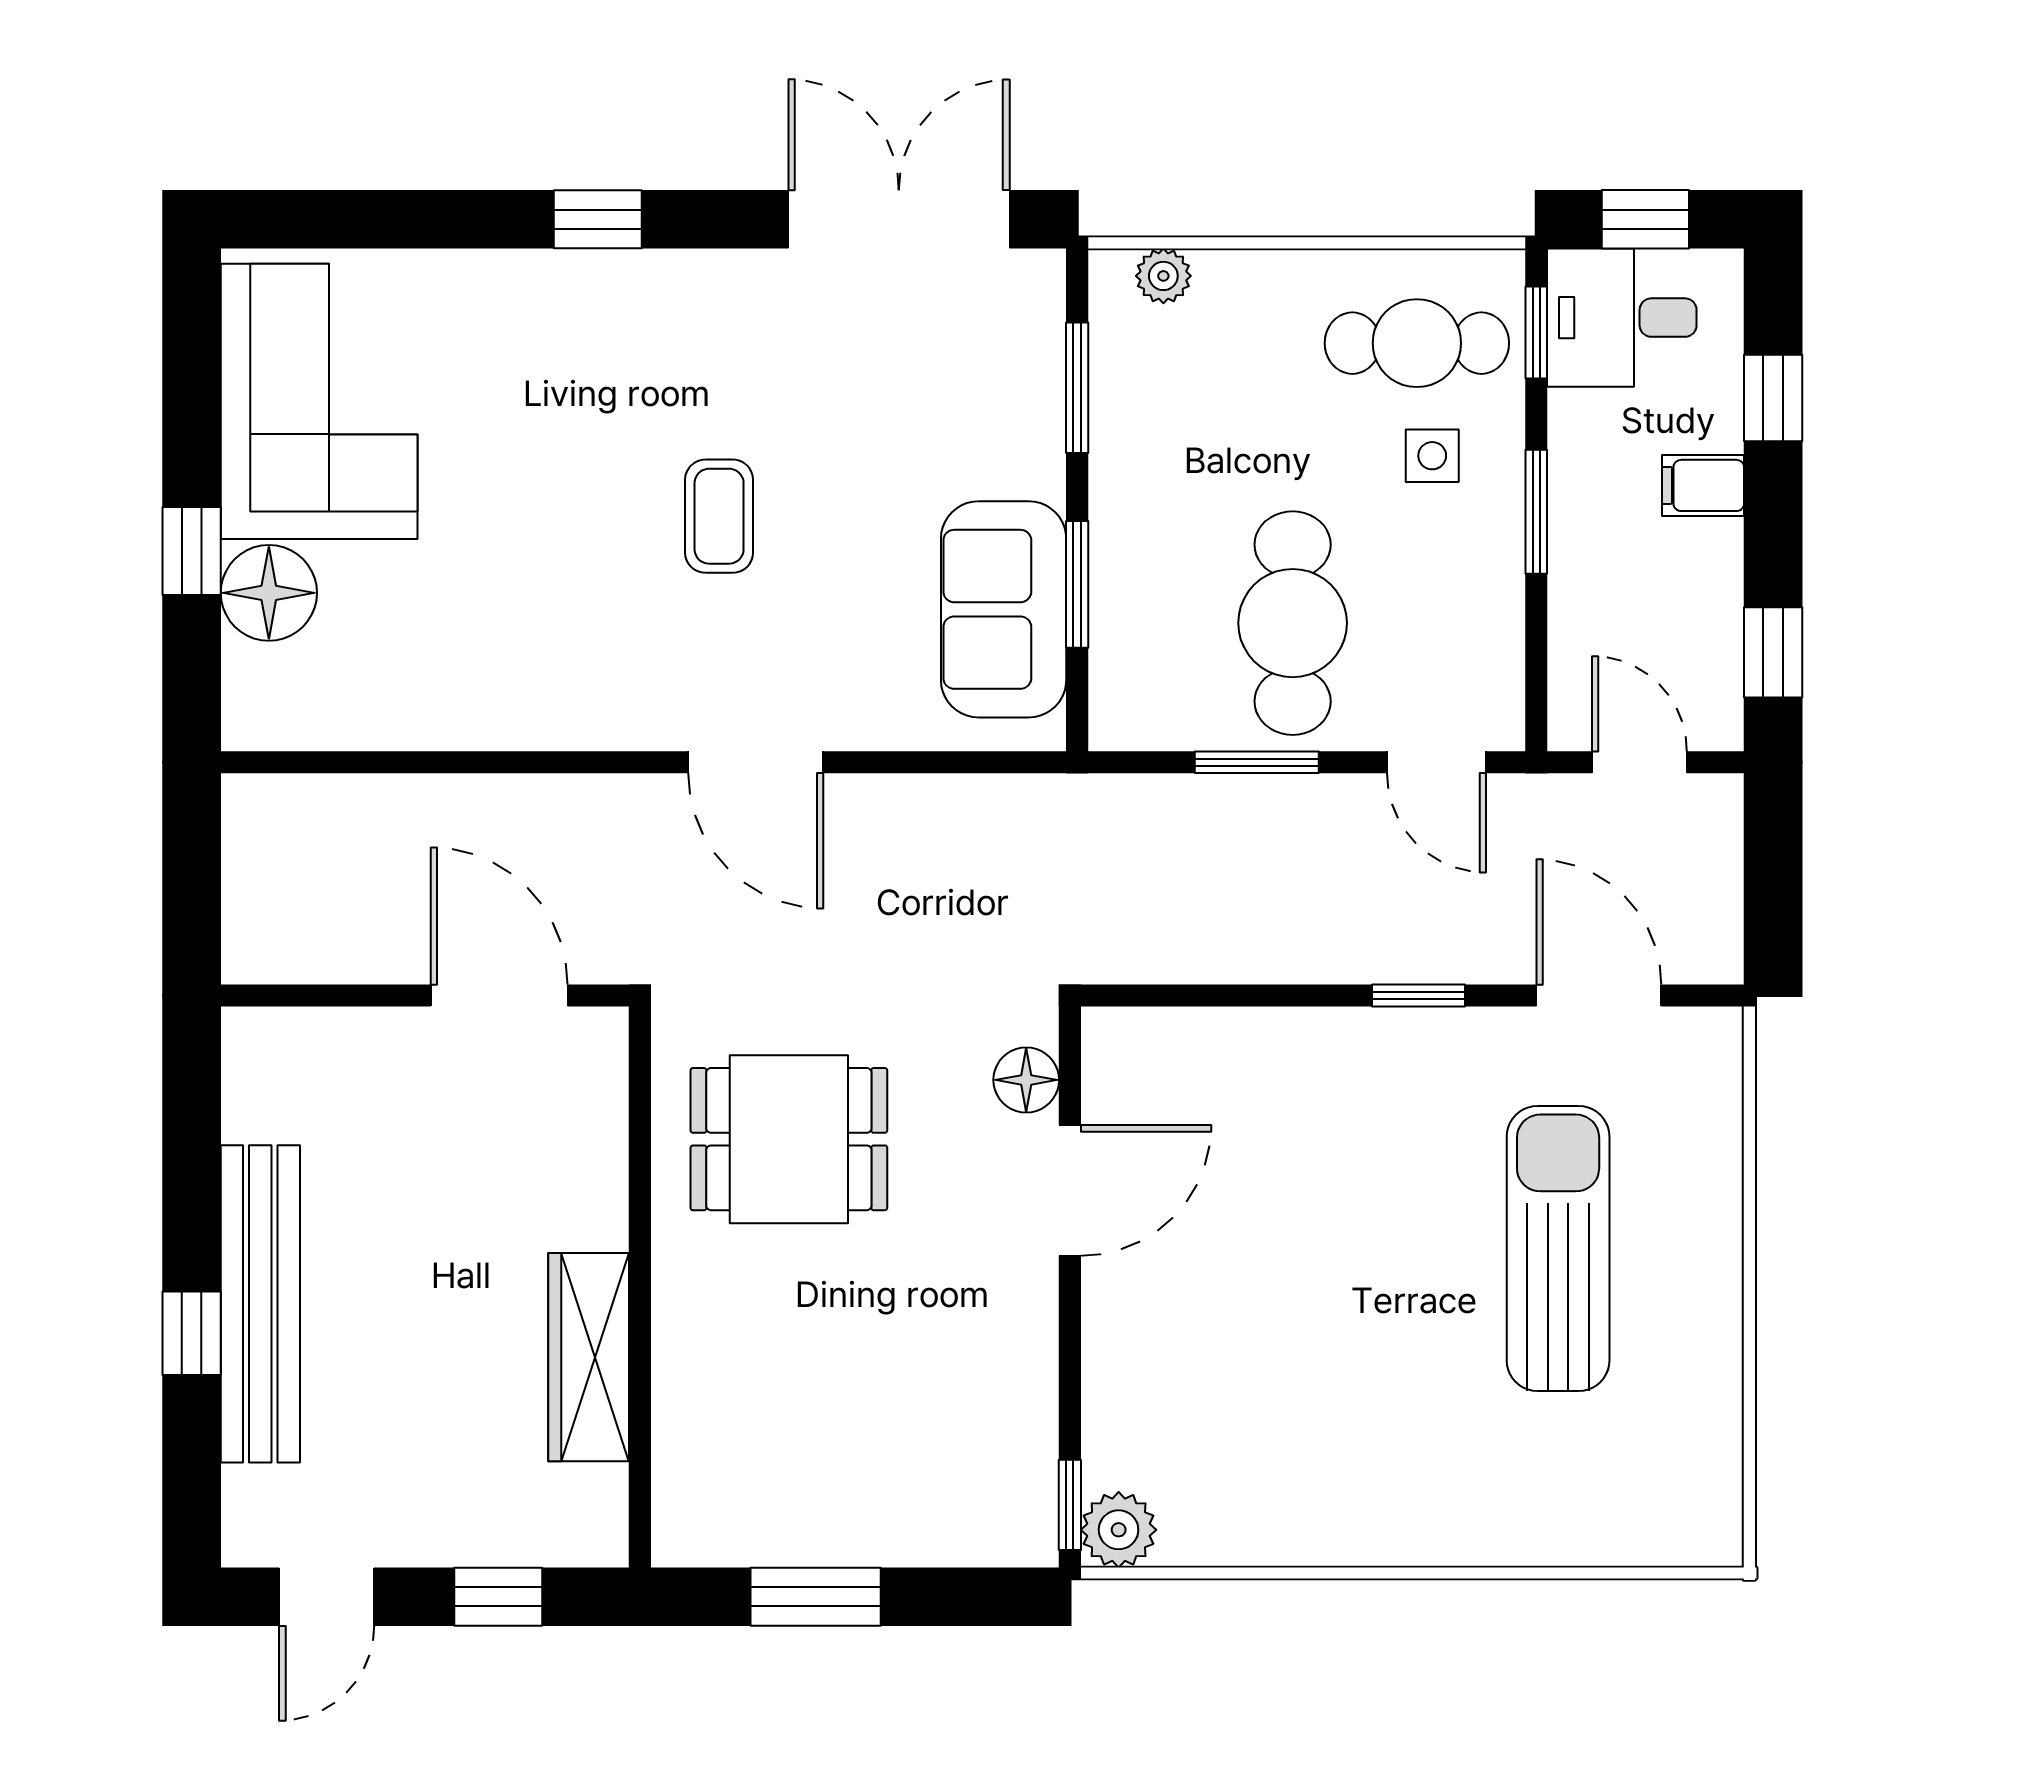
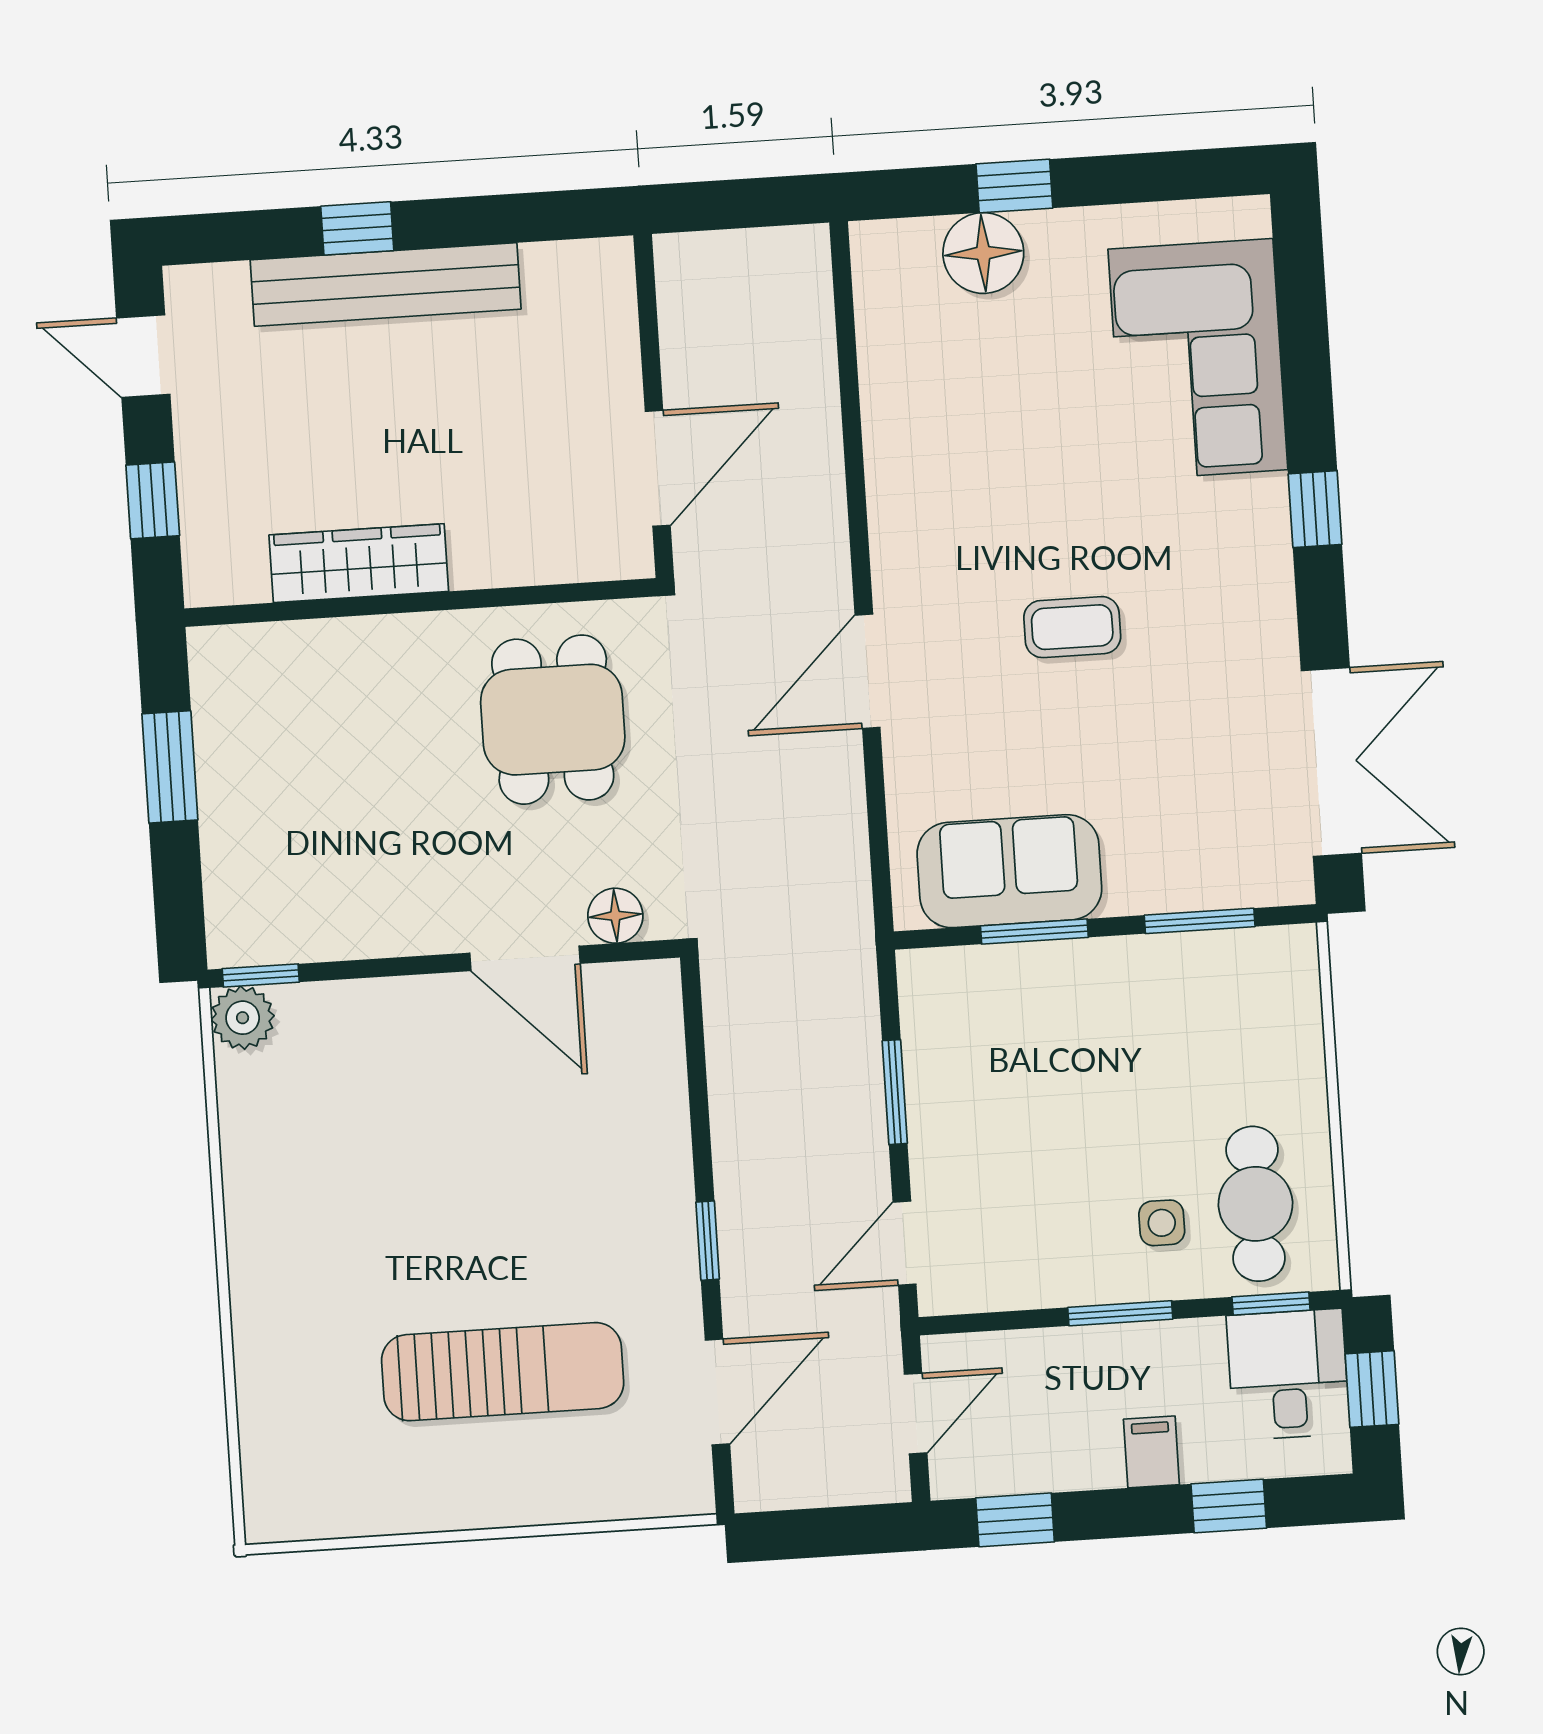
plant: (1163, 276) -> (1298, 987), removed
corner sofa: (319, 401) -> (1198, 359), moved, turned 90
cafe table: (1293, 623) -> (1014, 1115), removed

